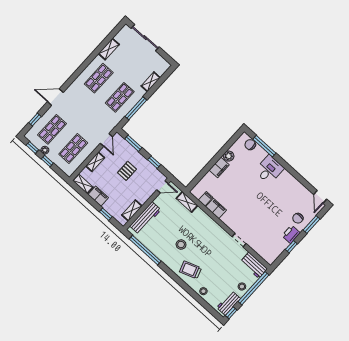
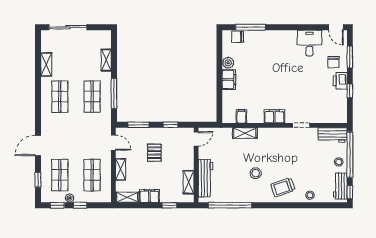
desk: (269, 170) -> (309, 43), moved
shelving: (187, 202) -> (245, 133), moved
filing cabinet: (216, 208) -> (274, 116), moved

